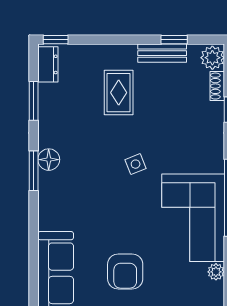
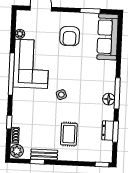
dresser: (48, 64) -> (108, 131), moved
window: (34, 171) -> (117, 93), width x1.44
armchair: (125, 272) -> (70, 36), turned 180

